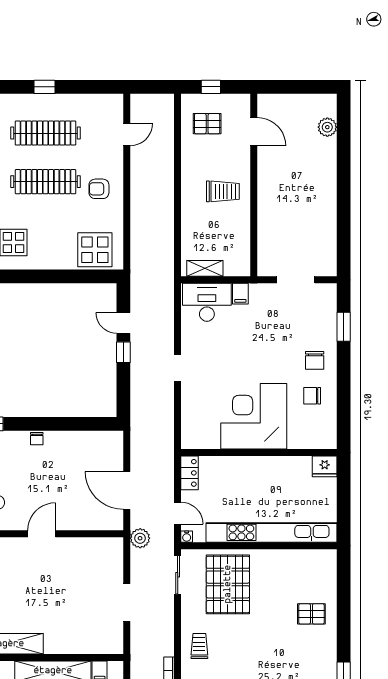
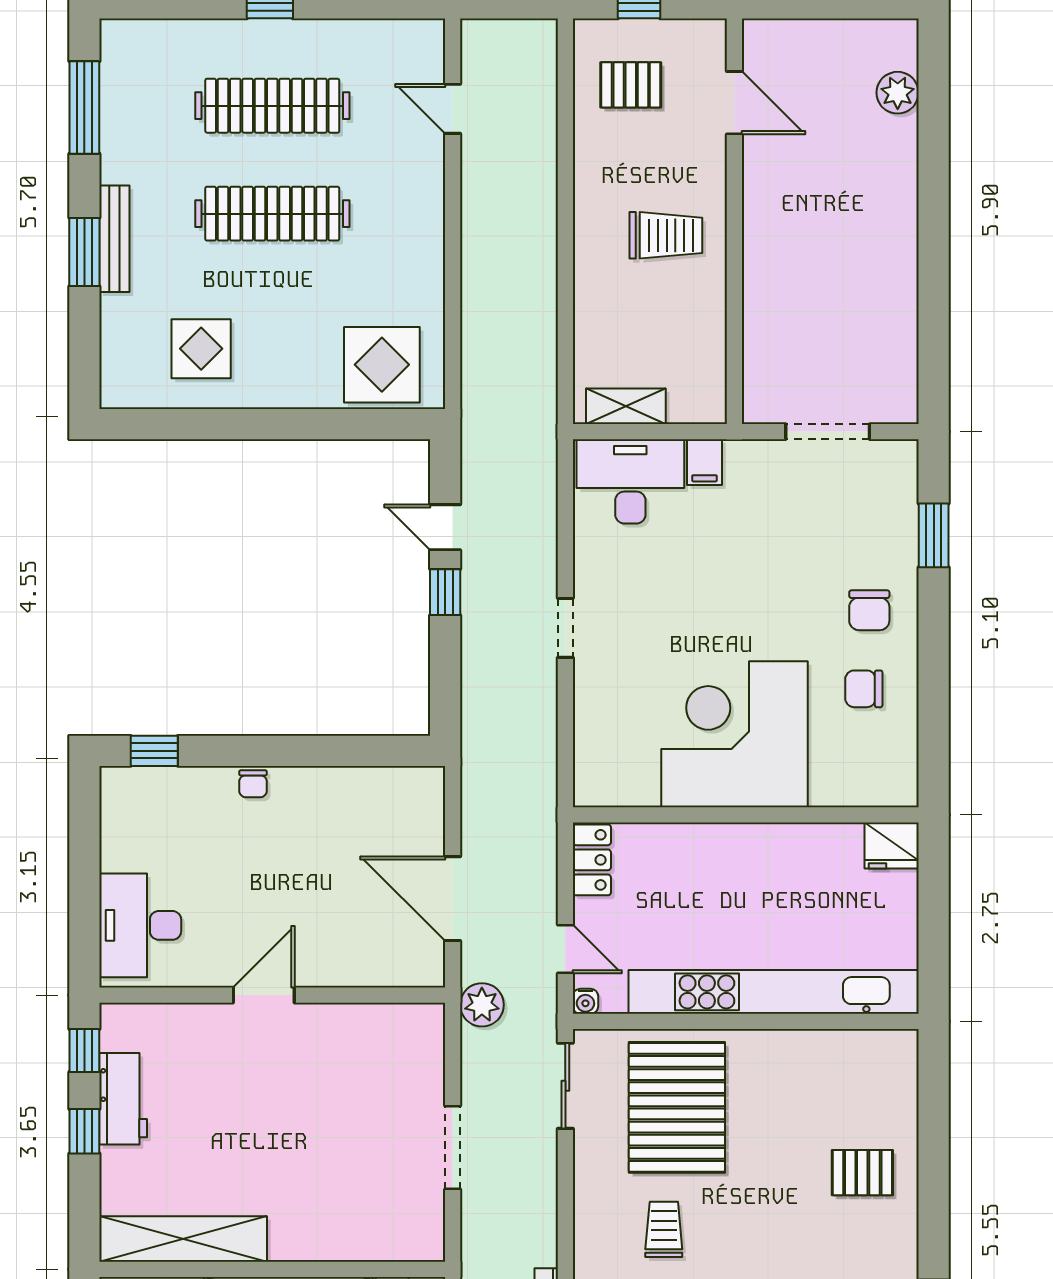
door: (127, 134) -> (453, 109), swing flipped
armchair: (99, 189) -> (391, 230), removed
trolley: (199, 646) -> (664, 1229), moved

